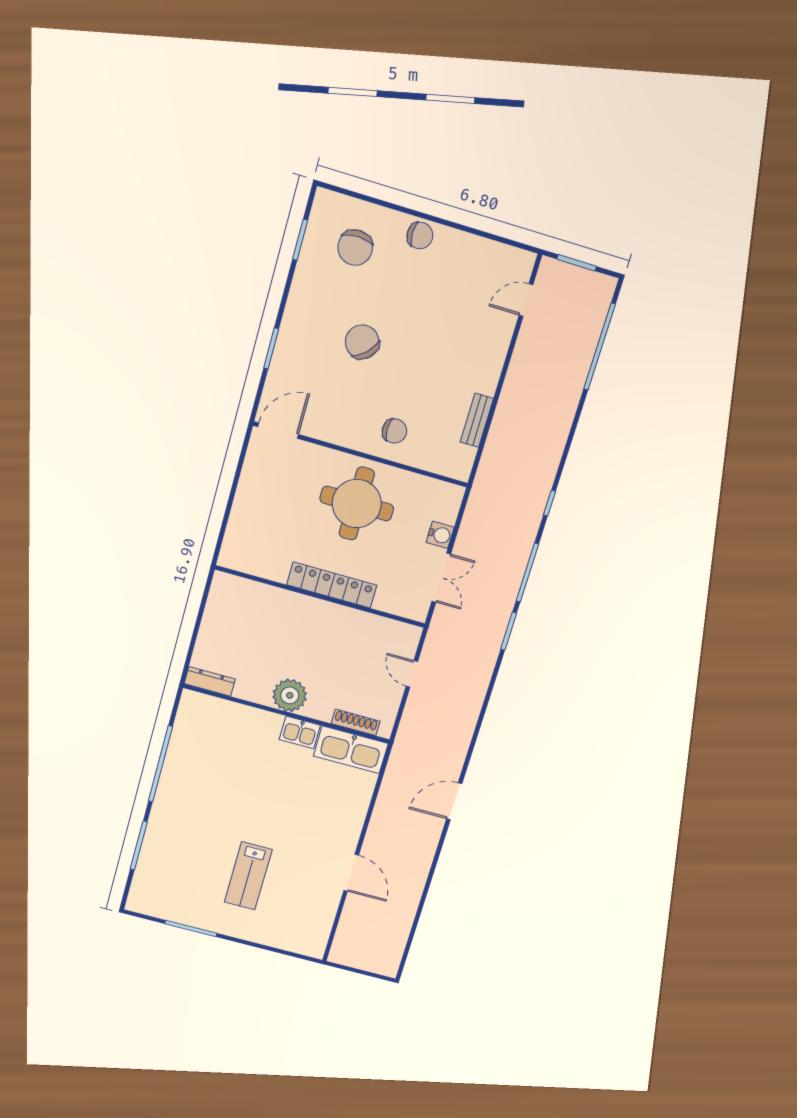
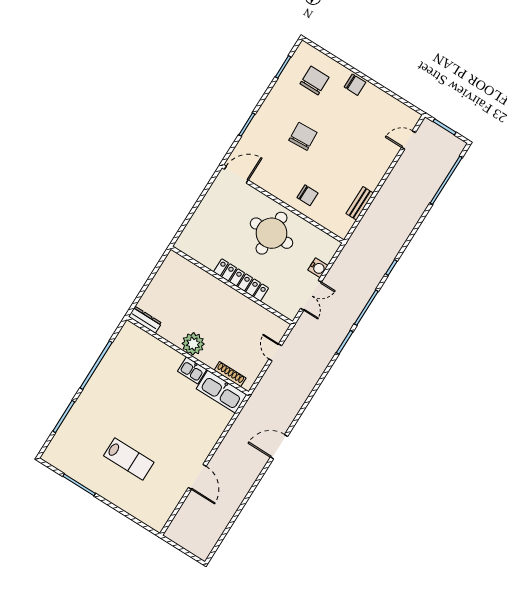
chair: (355, 248) -> (315, 81), turned 180
chair: (362, 342) -> (303, 136), turned 41
lab bench: (248, 876) -> (129, 459), turned -90

